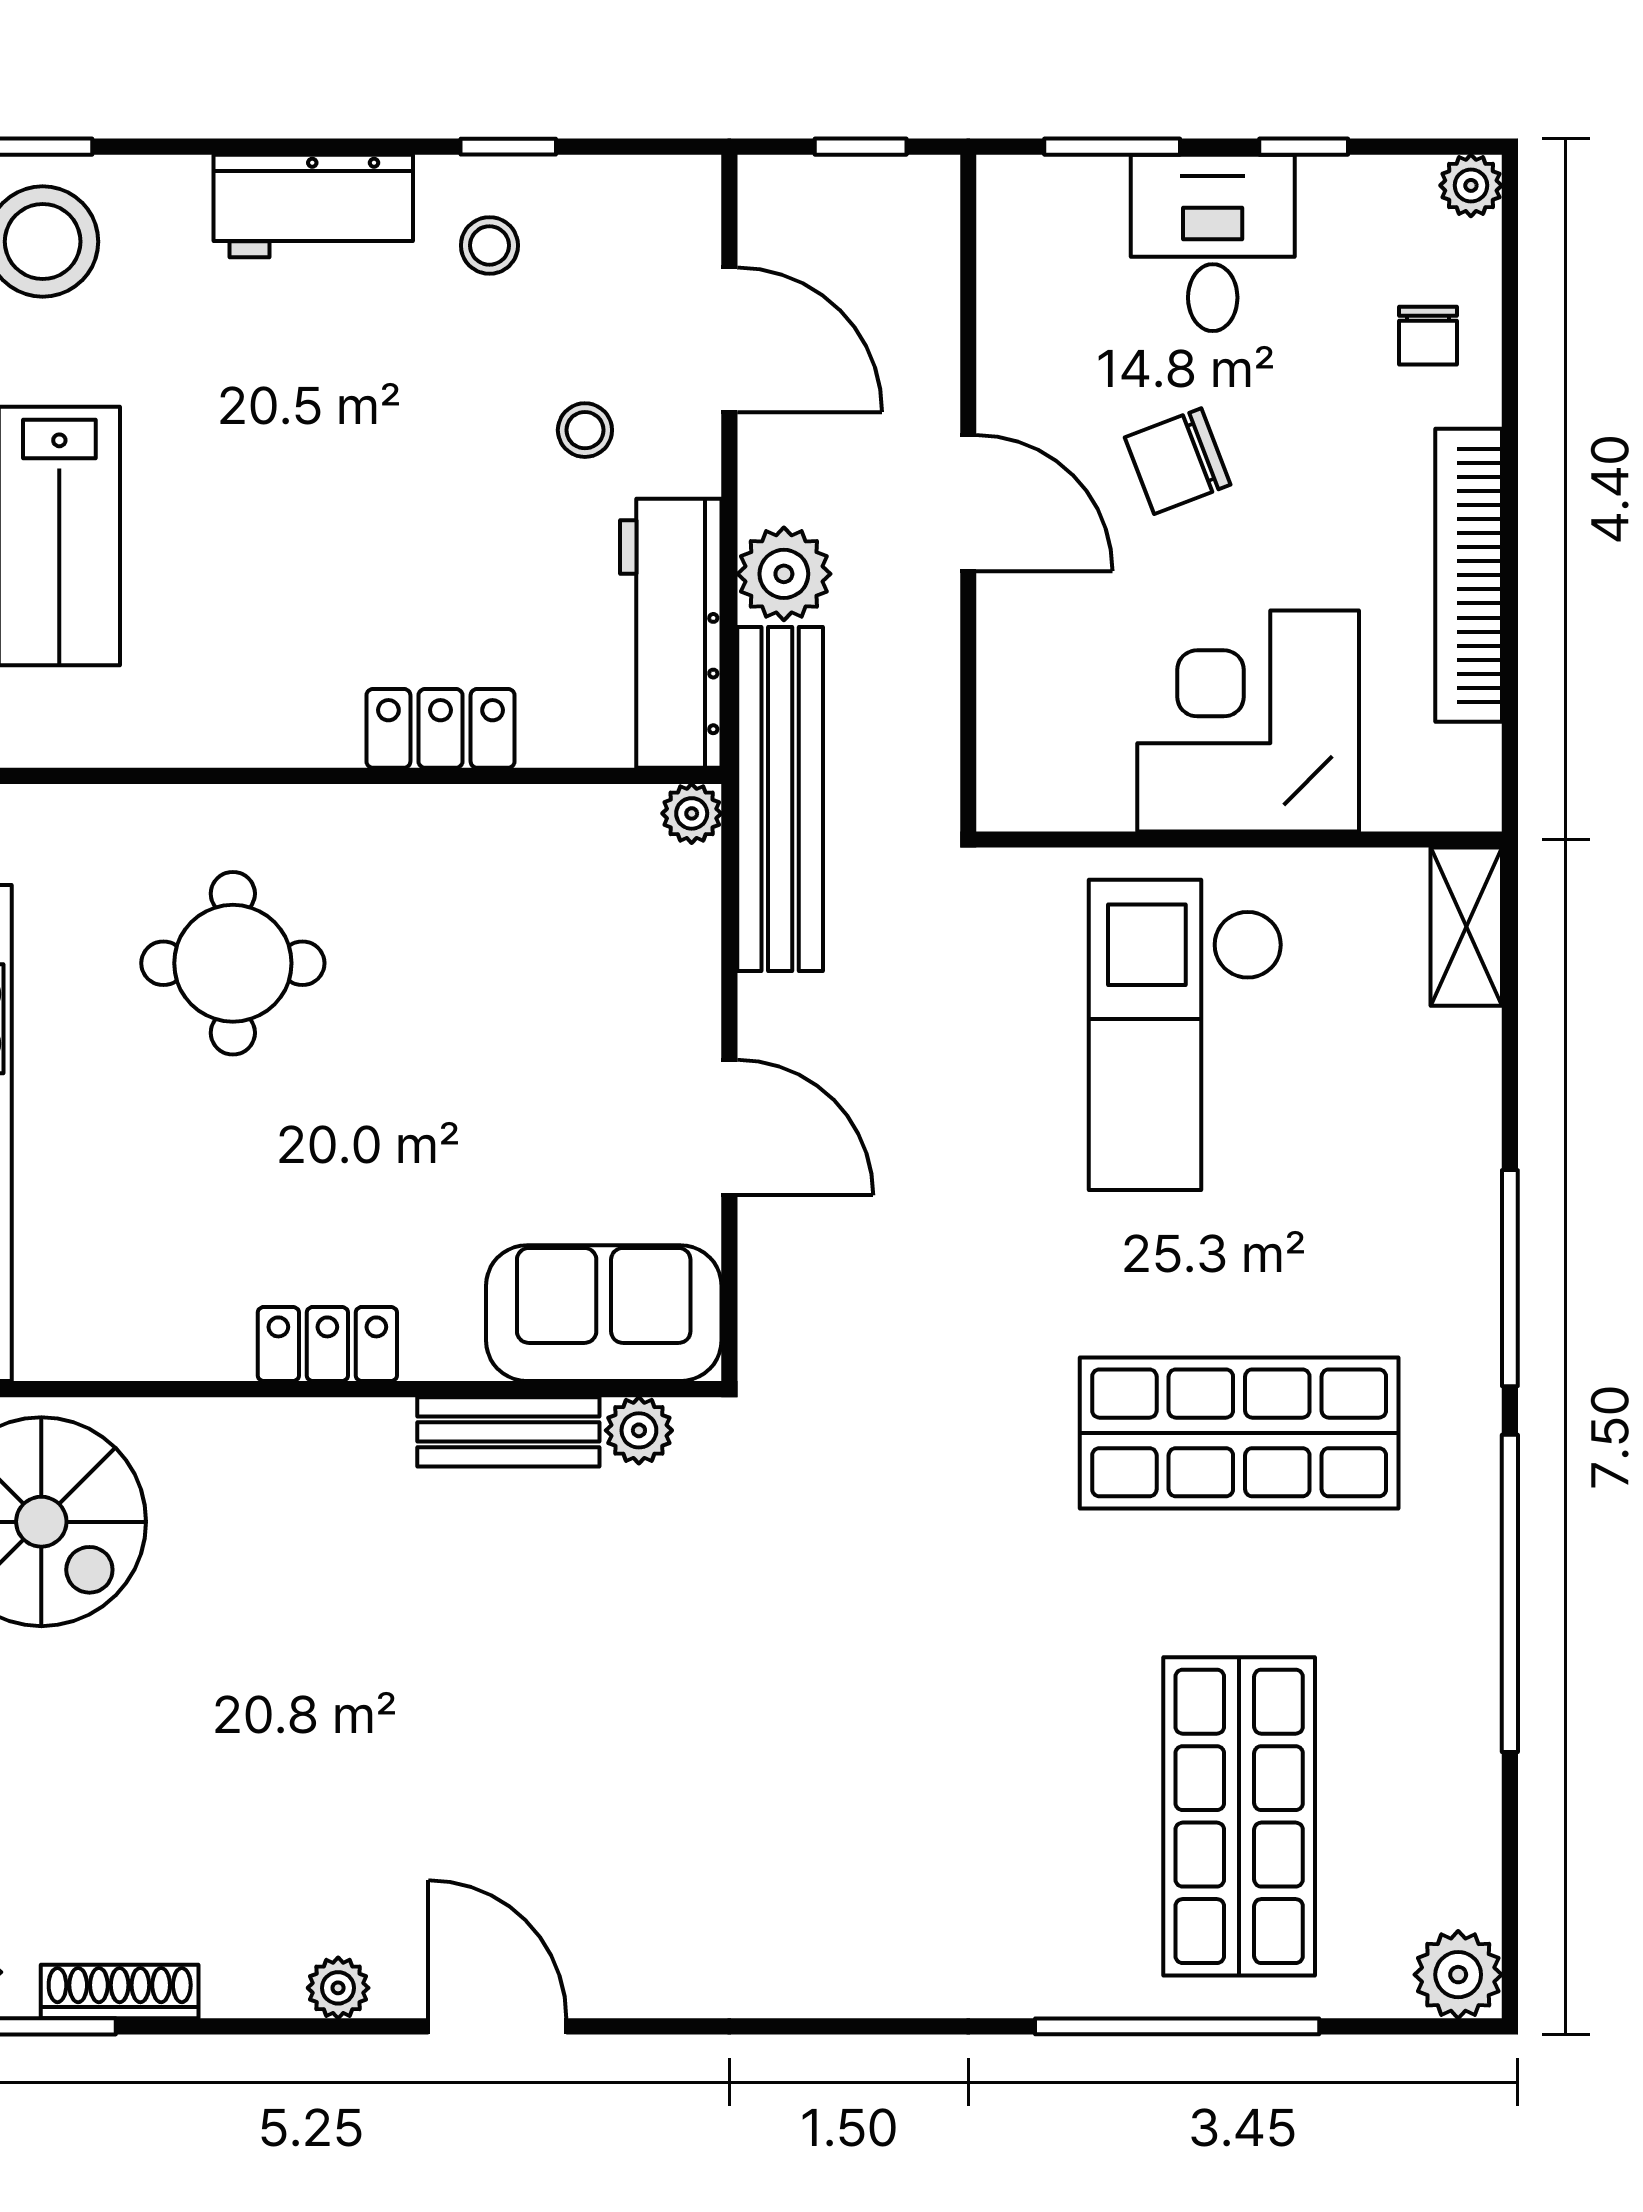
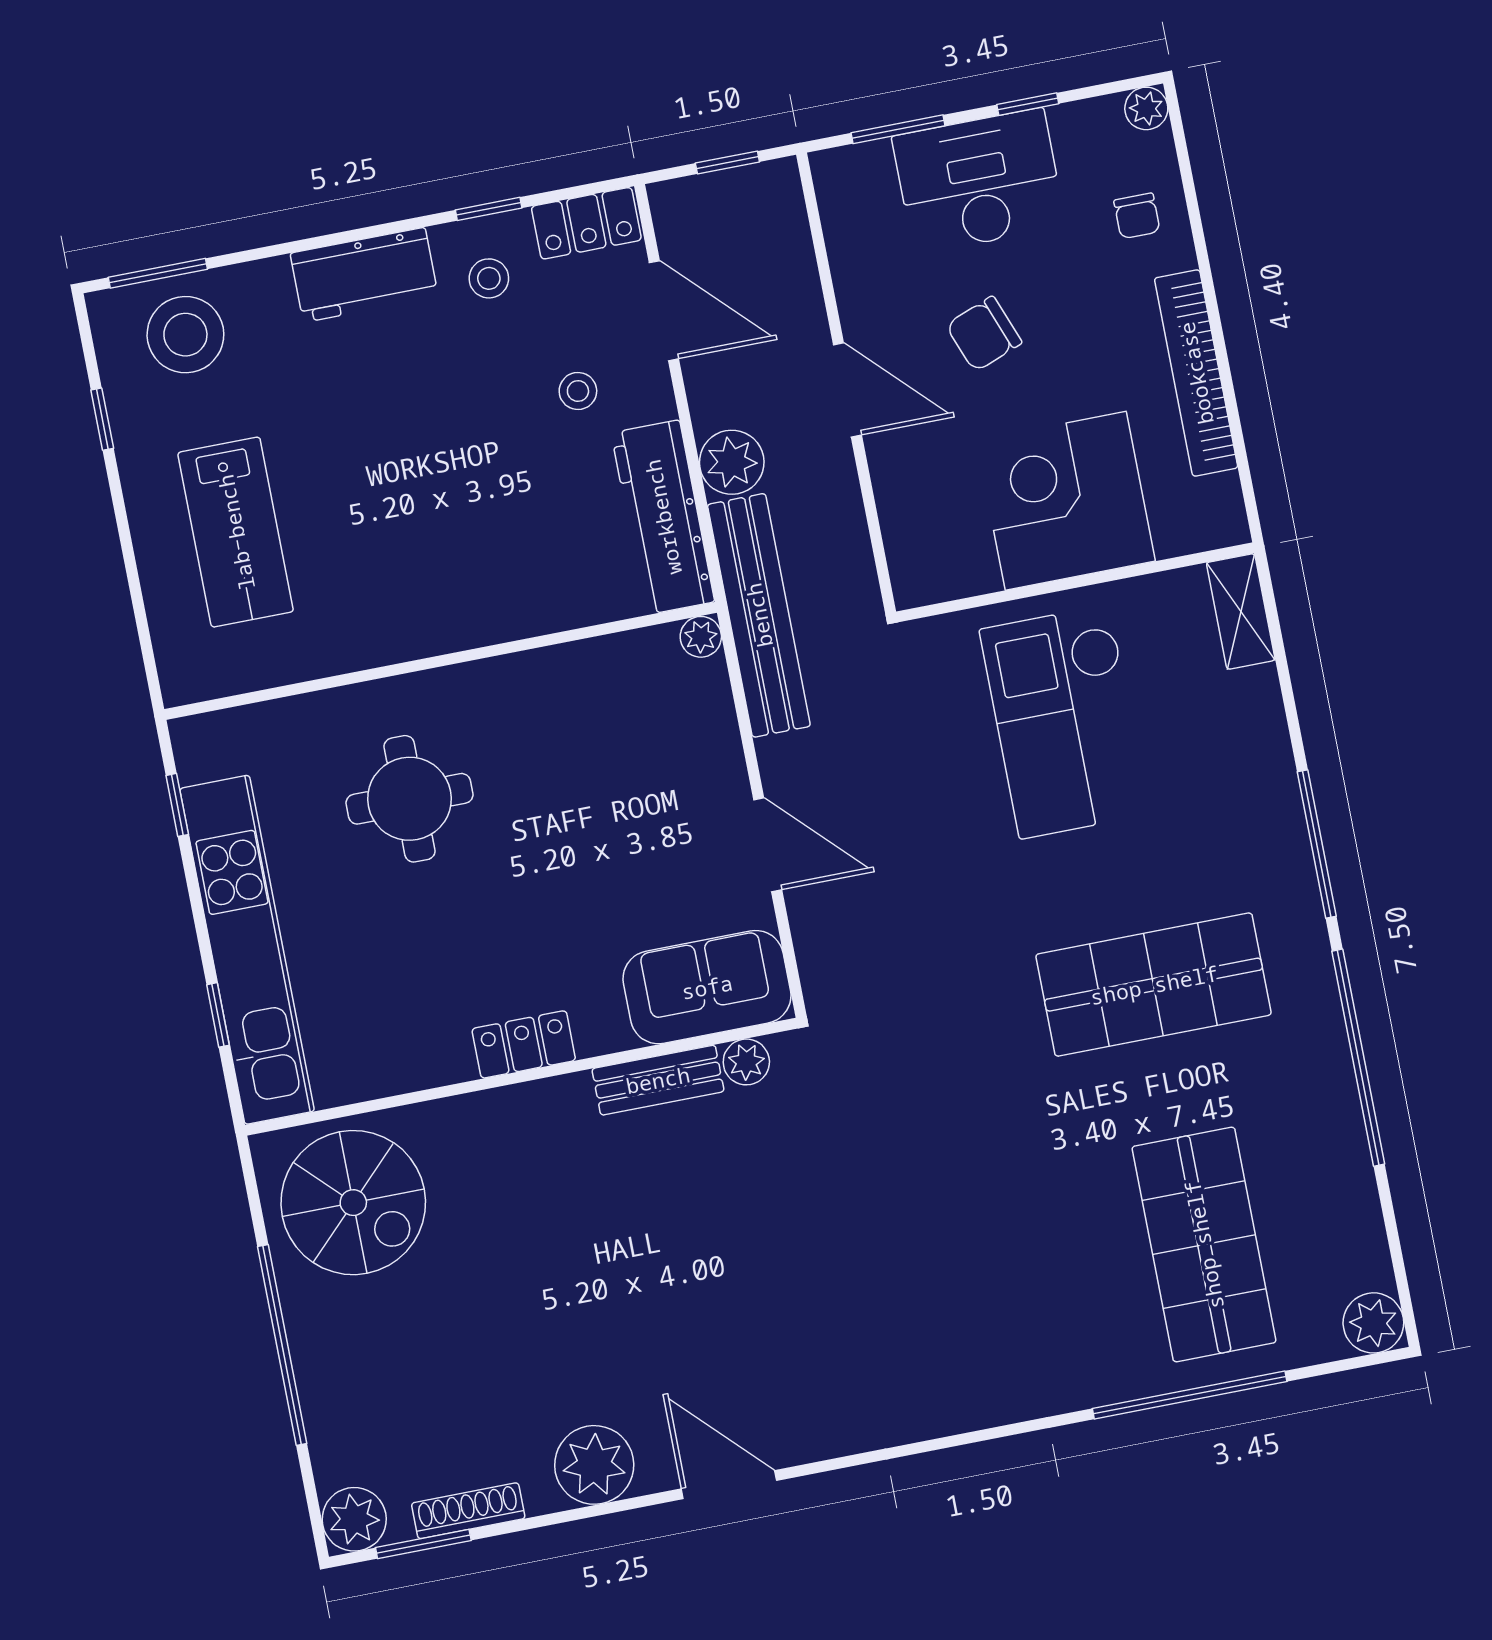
desk: (1213, 243) -> (979, 181), width x1.37
locker: (441, 728) -> (586, 223), moved, turned 180
plant: (338, 1988) -> (594, 1465), width x1.87, depth x1.87

